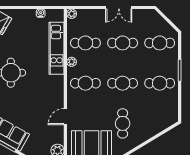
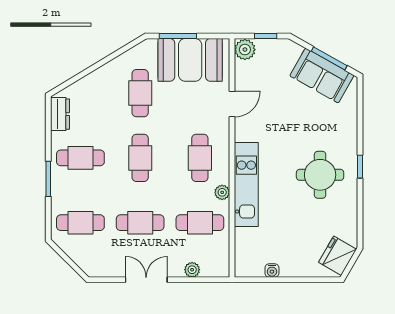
plant: (72, 14) -> (192, 270), moved
kitchen unit: (57, 48) -> (246, 185), moved
cafe table: (85, 83) -> (200, 158), turned 90
cafe table: (123, 83) -> (140, 158), turned 90
dresser: (172, 110) -> (60, 114), added

